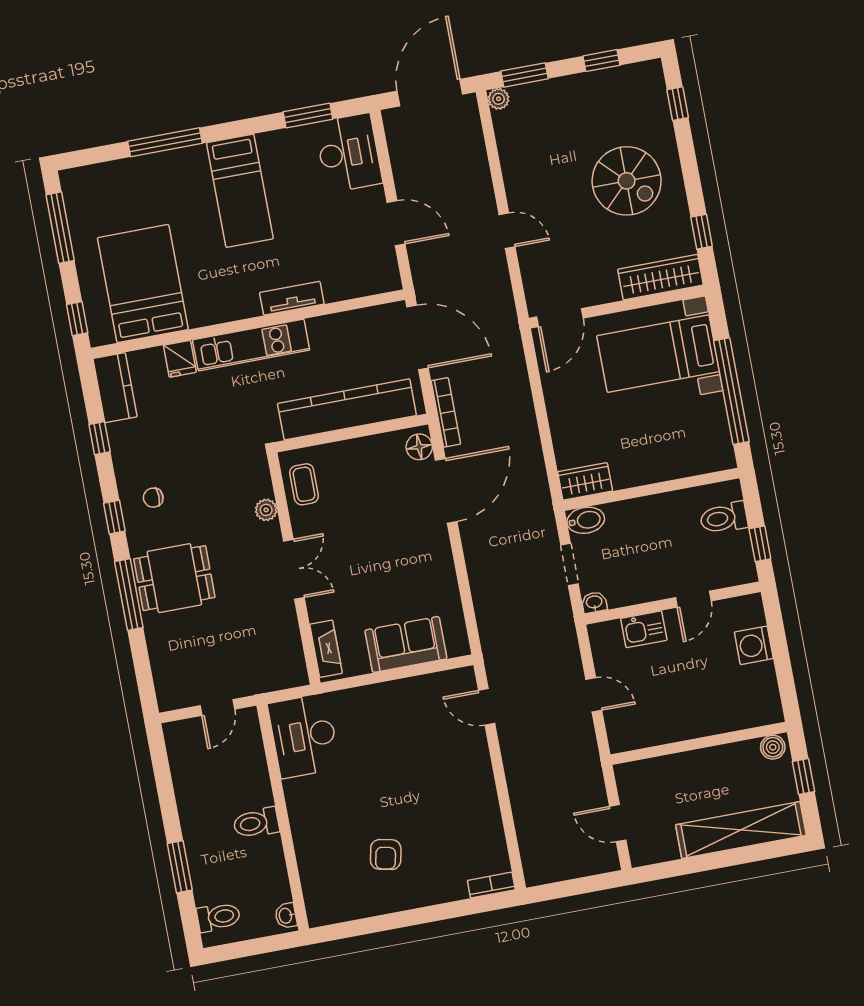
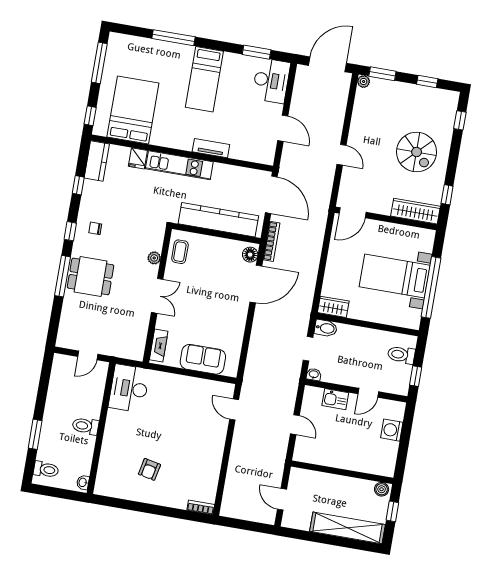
bed with nightstands: (658, 354) -> (395, 276), moved

